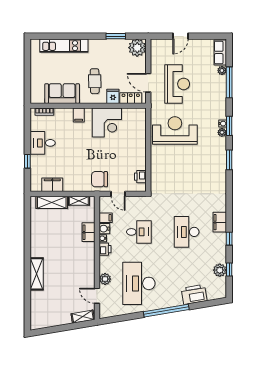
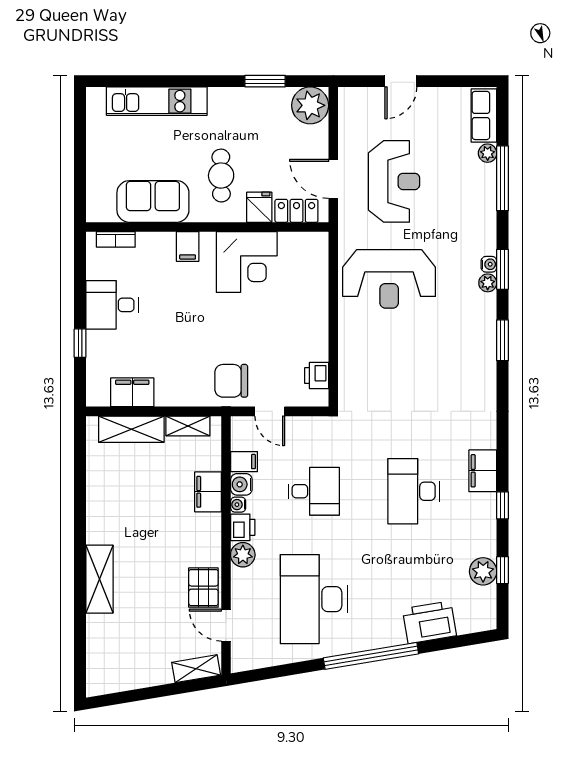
reception desk: (175, 131) -> (389, 279), turned 180
pallet: (86, 278) -> (203, 588), added
plant: (105, 279) -> (243, 555), moved

